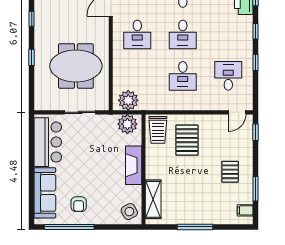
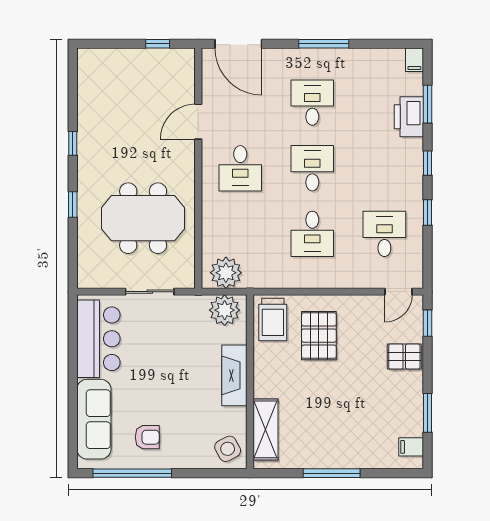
desk: (183, 34) -> (312, 168), turned 180
pallet: (230, 172) -> (404, 357), moved, turned 90
armchair: (79, 204) -> (147, 437), turned -90

